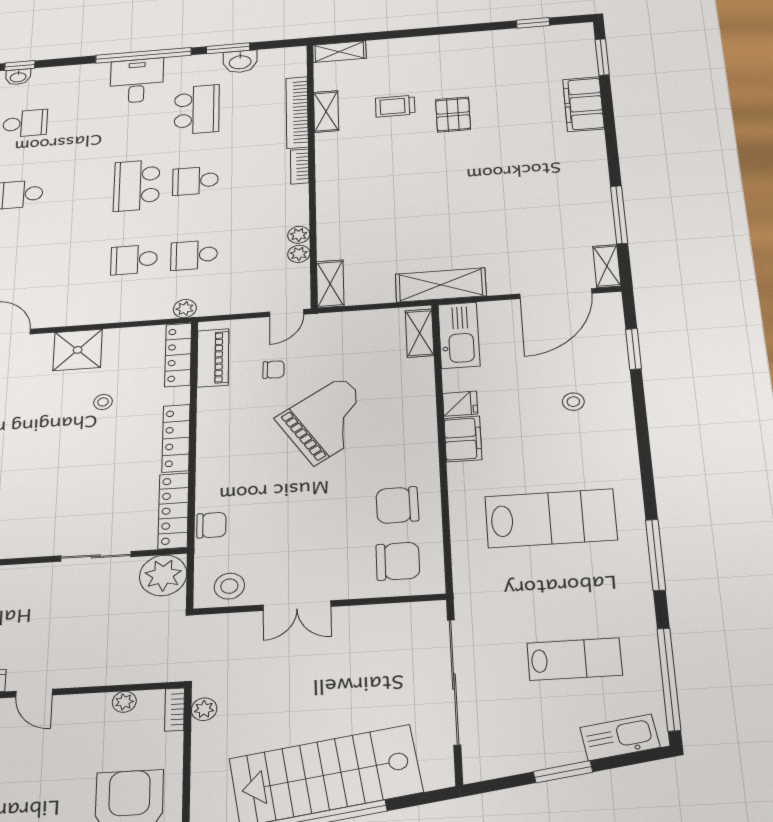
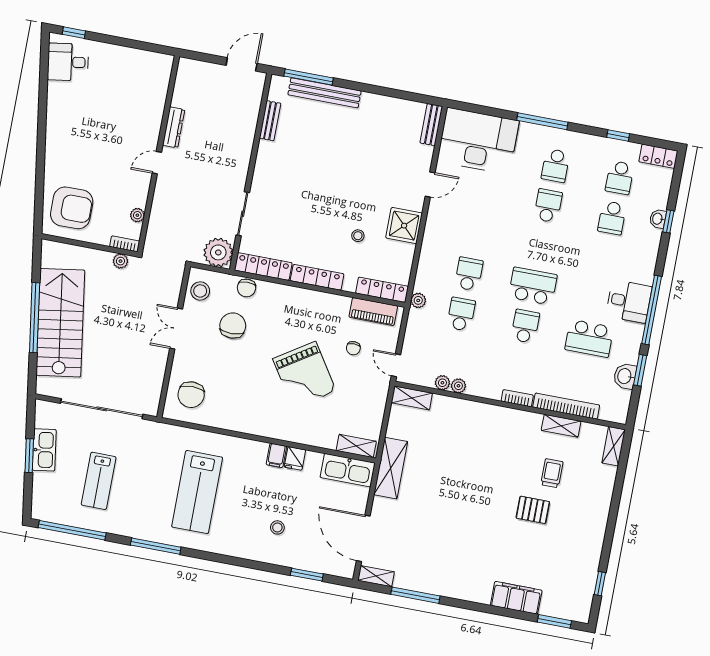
filing cabinet: (463, 439) -> (276, 455), width x0.50
chair: (397, 505) -> (233, 326), moved
kitchen sink: (620, 737) -> (44, 450), moved

